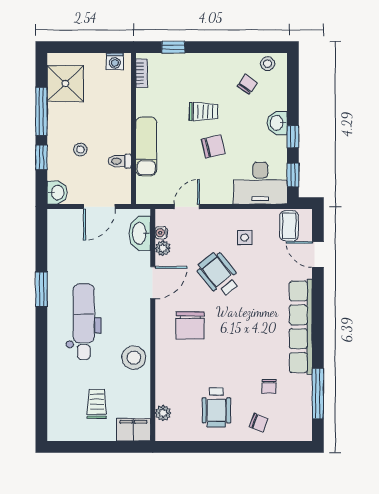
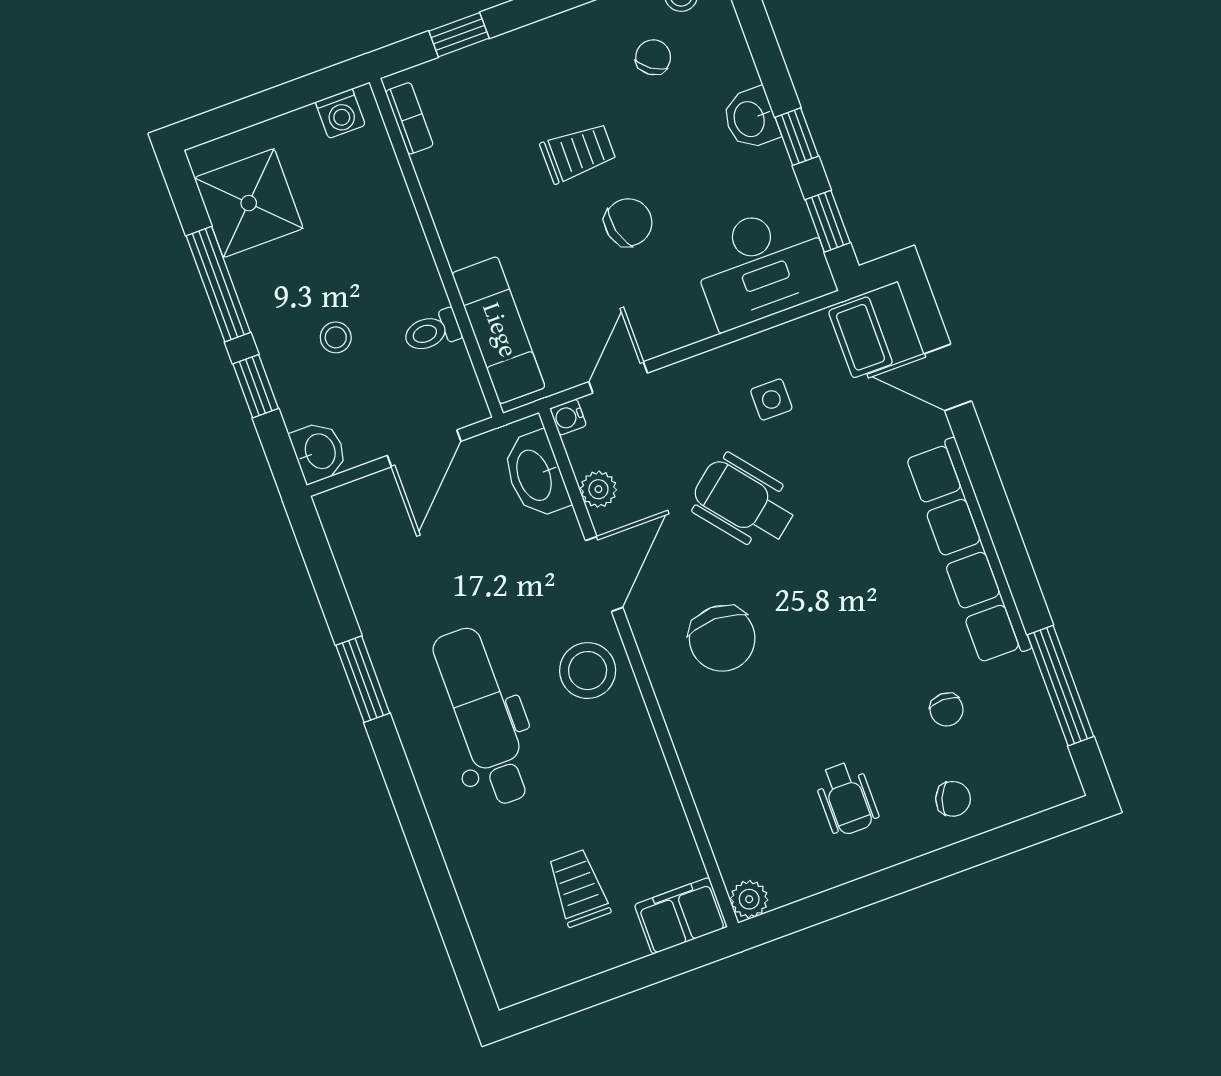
exam couch: (146, 146) -> (499, 330), moved
water cooler: (161, 233) -> (568, 417), moved
stool: (134, 358) -> (588, 671), moved
wheelchair: (216, 407) -> (847, 798), width x0.73, depth x0.73
plant: (163, 413) -> (749, 899), moved

